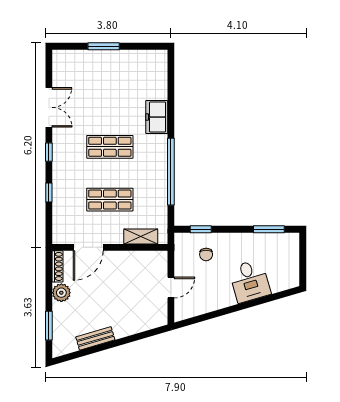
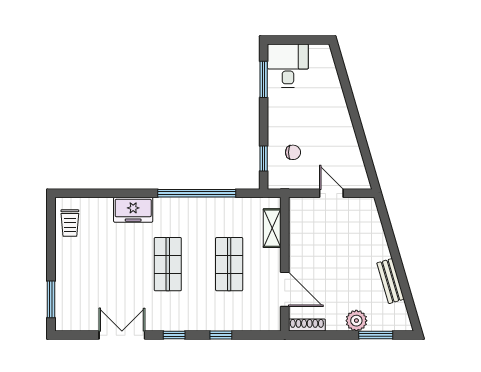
window: (104, 46) -> (51, 299), moved
trolley: (145, 63) -> (70, 223), added
desk: (250, 281) -> (288, 66), moved, turned -74
plant: (61, 293) -> (356, 321), moved

